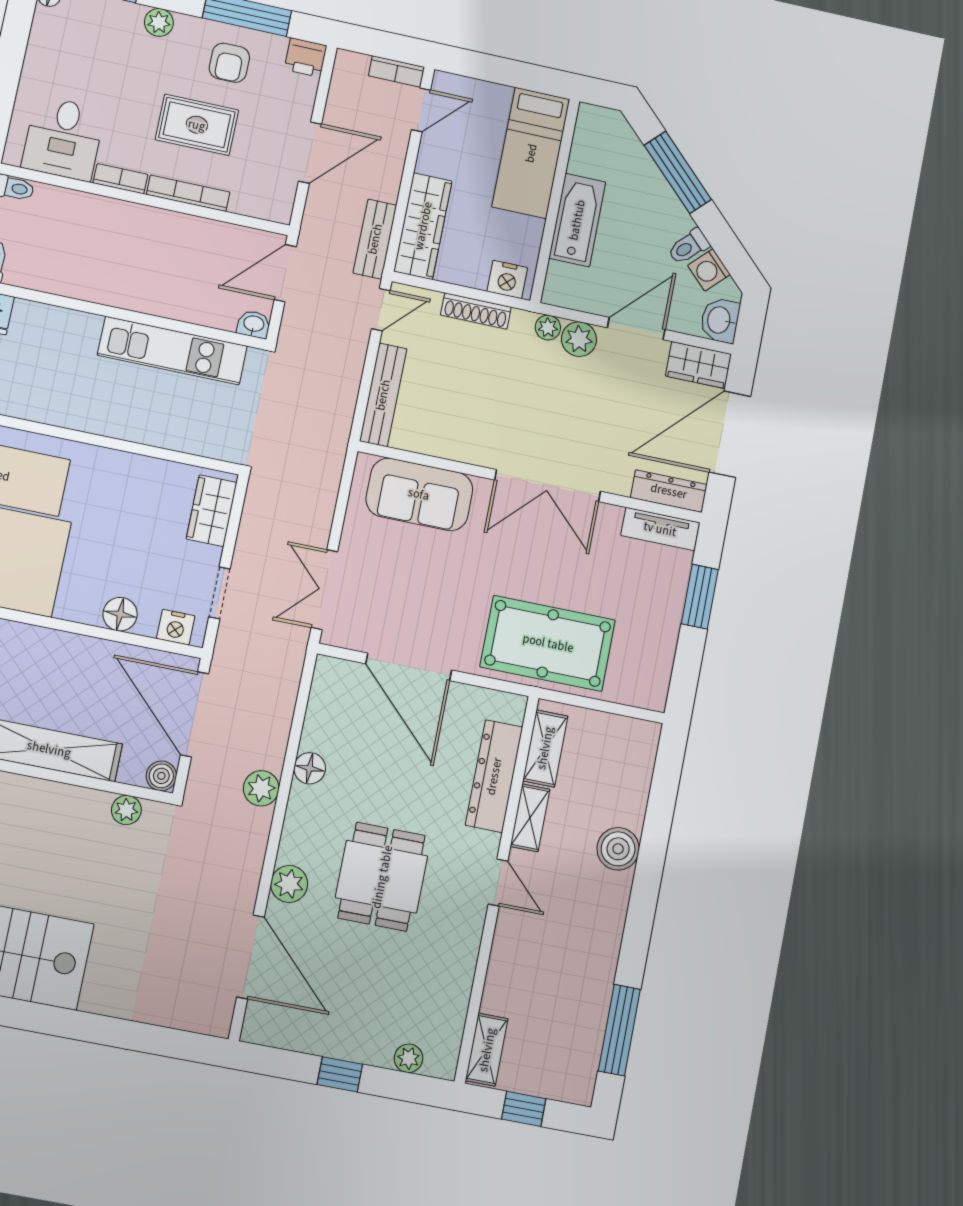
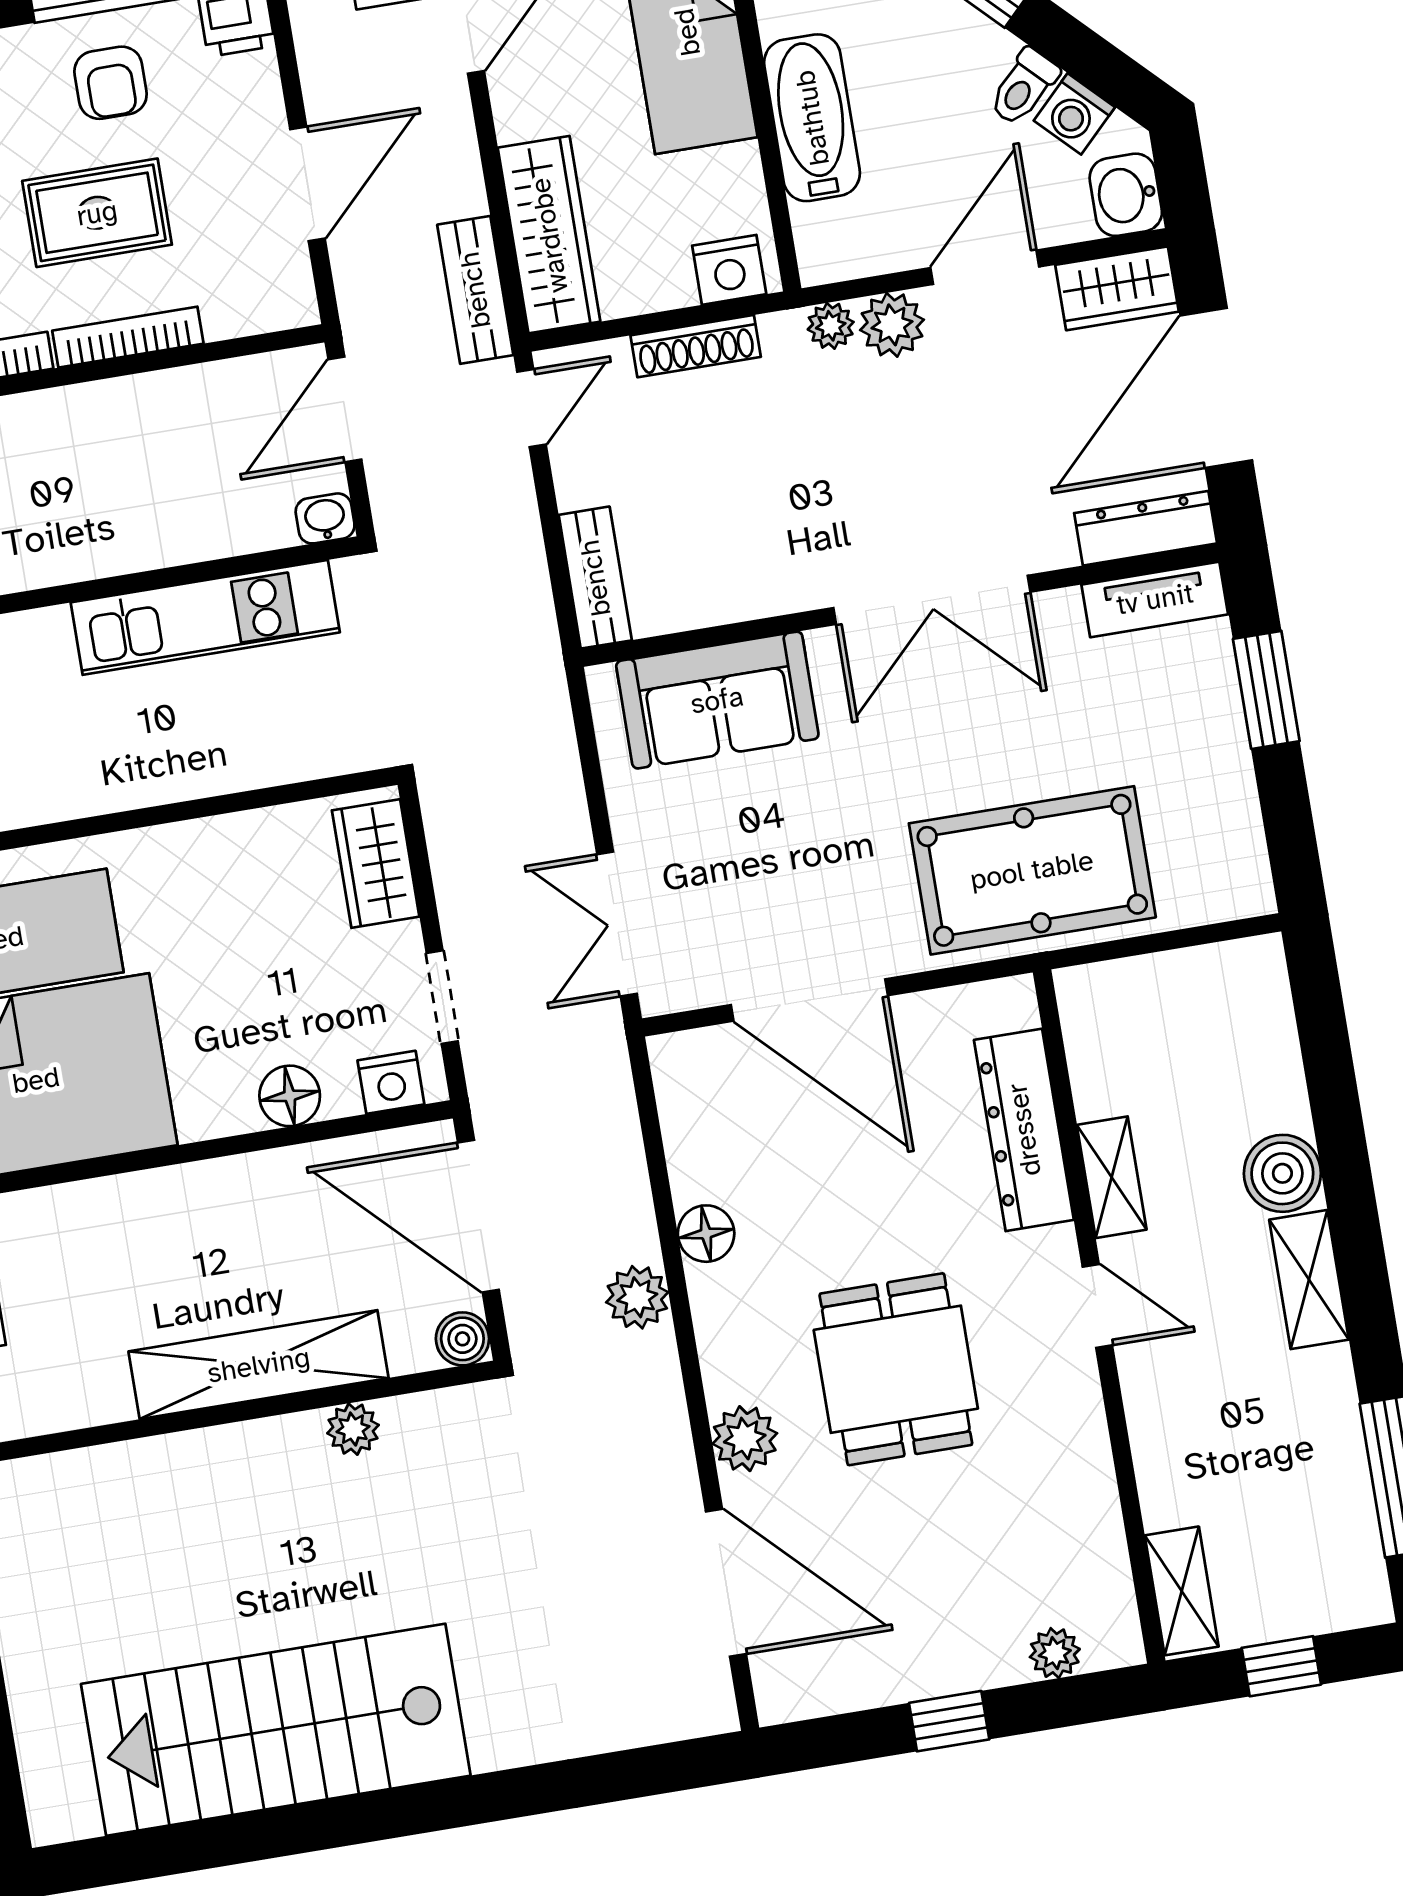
bench: (383, 395) -> (595, 578), width x0.73
shelving: (545, 748) -> (1309, 1280), moved
plant: (126, 810) -> (353, 1429), moved

